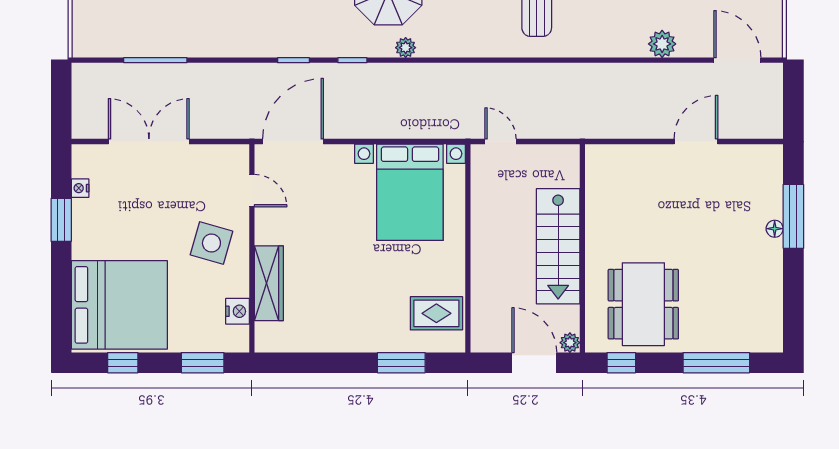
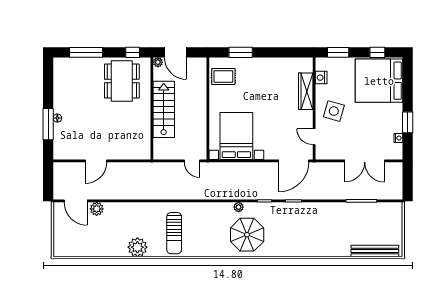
plant: (662, 44) -> (97, 209), moved

